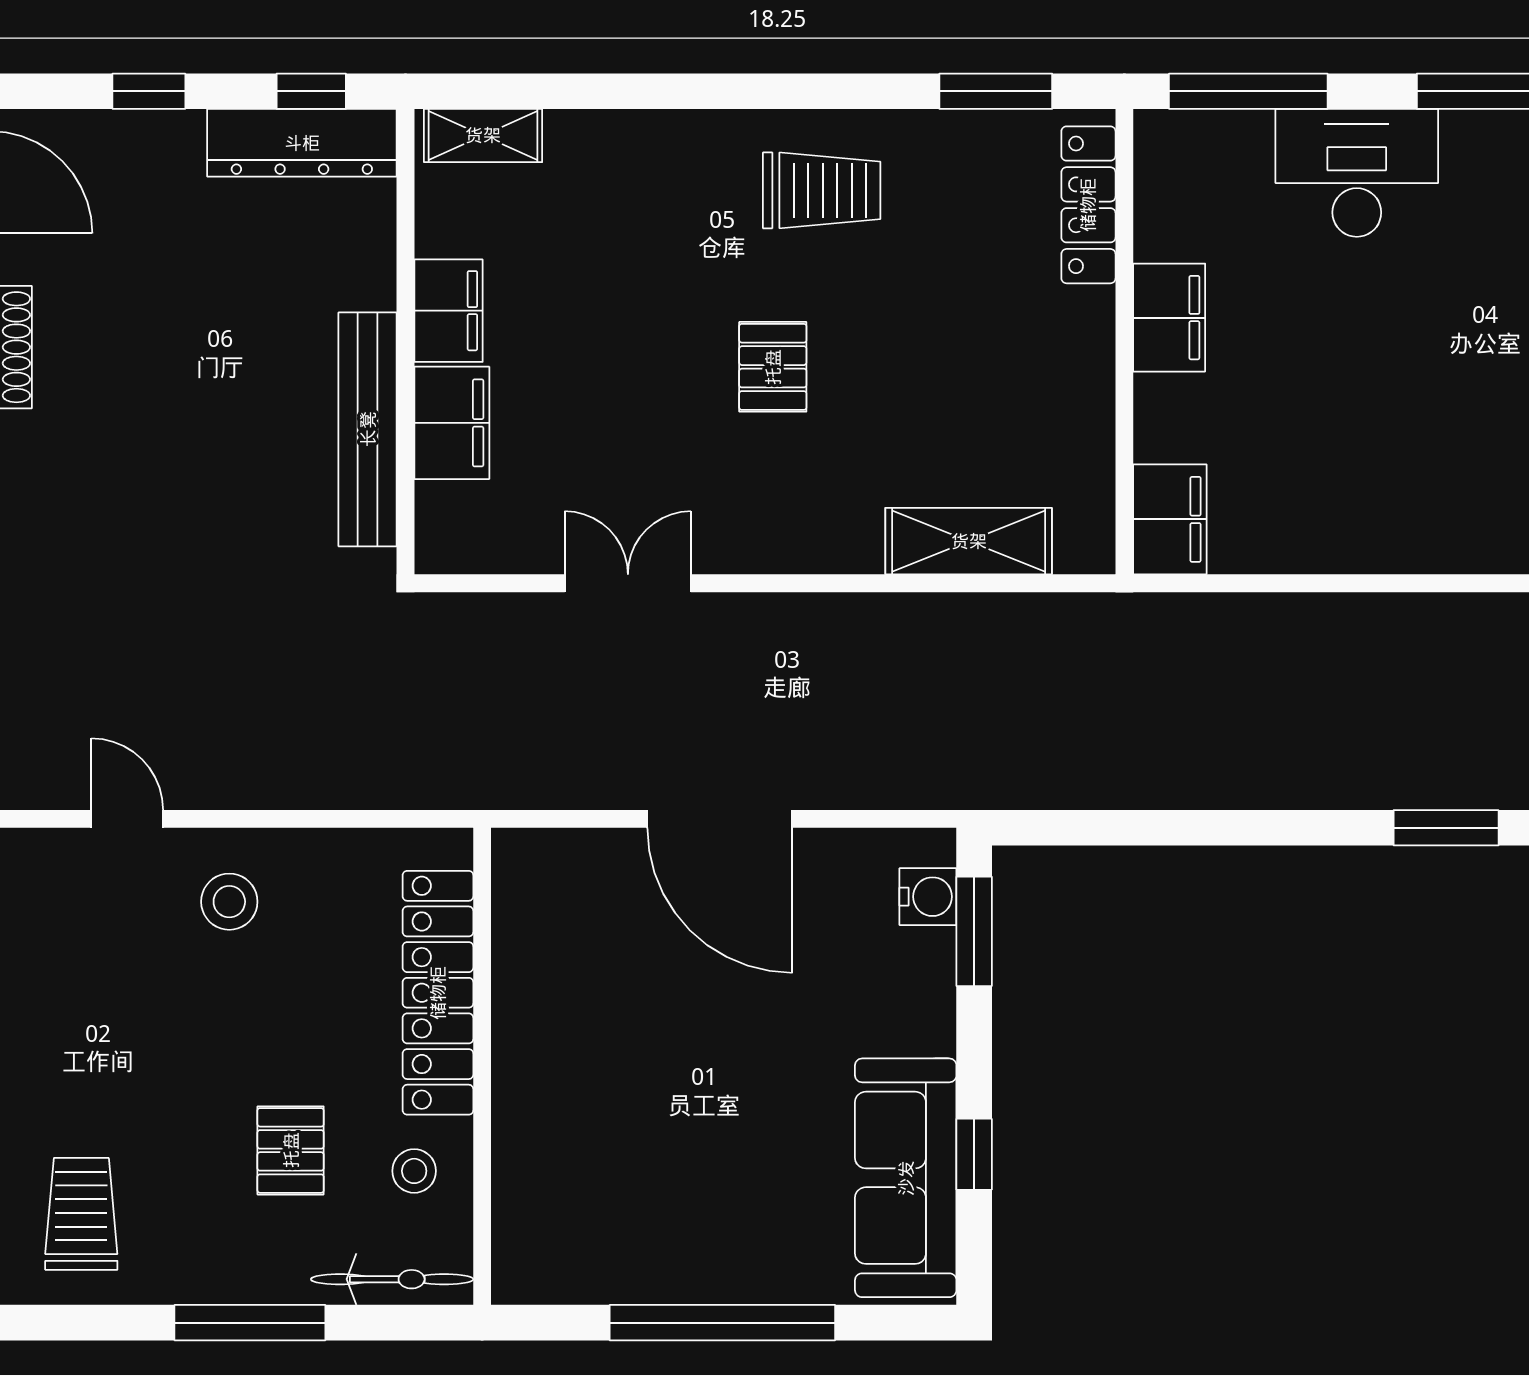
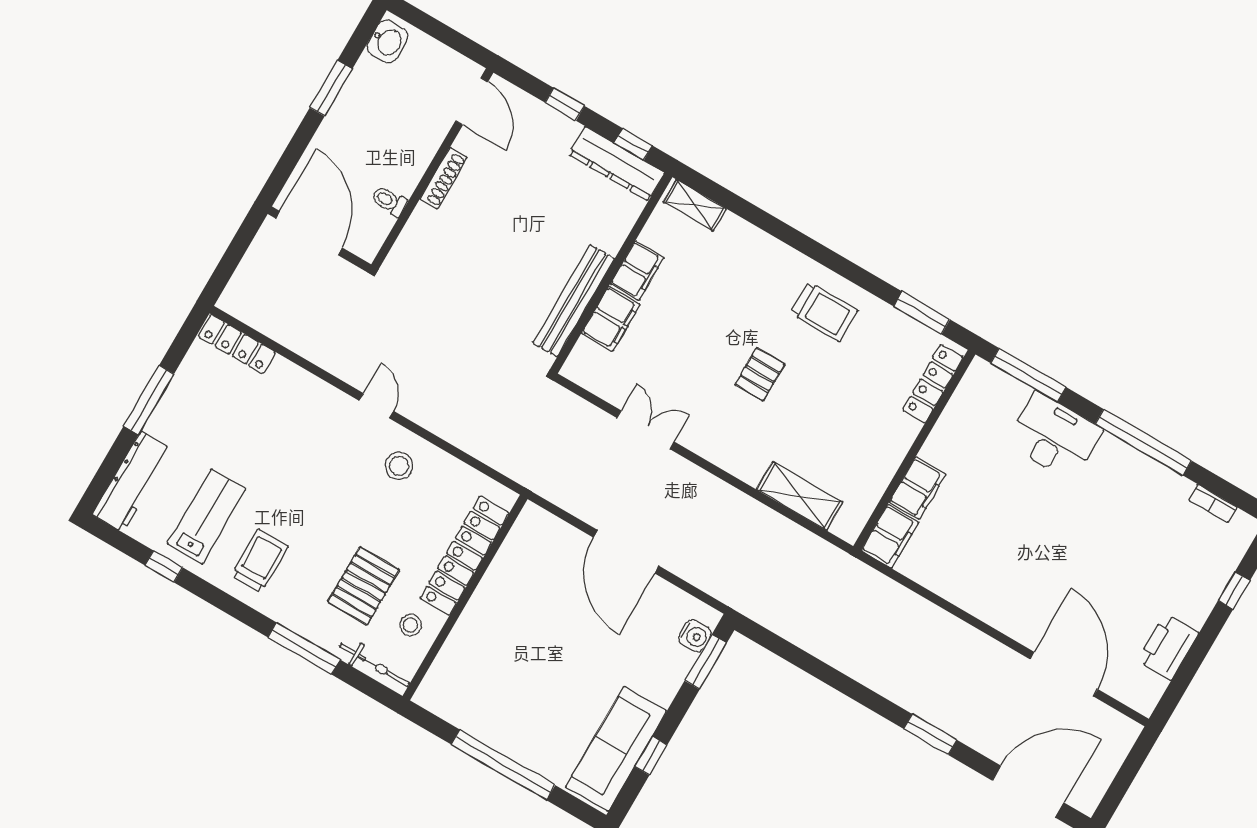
filing cabinet: (1169, 318) -> (917, 488), moved
pallet: (291, 1150) -> (364, 586), width x1.50, depth x1.42

